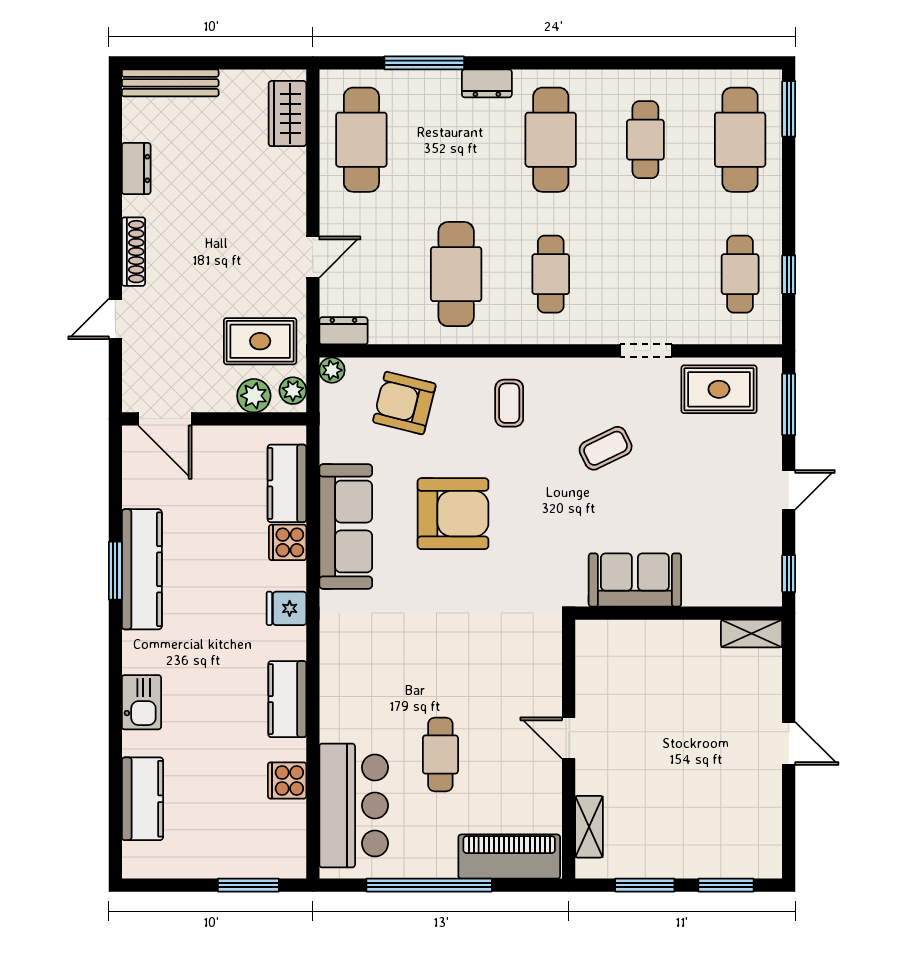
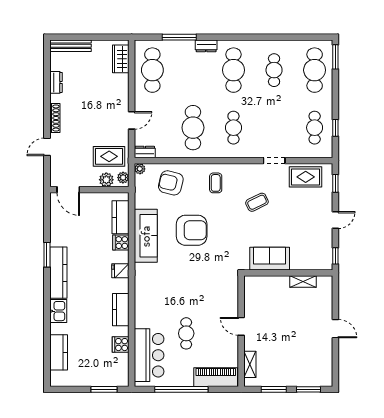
window: (789, 404) -> (335, 183), width x0.67
kitchen counter: (142, 569) -> (58, 273), moved
shelving: (752, 633) -> (303, 282), moved

